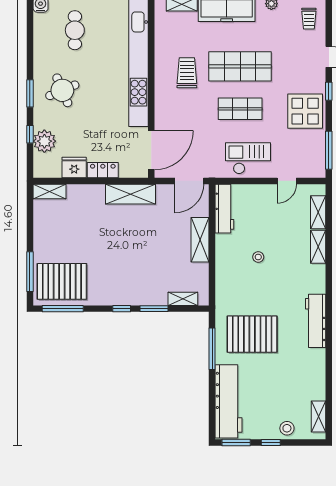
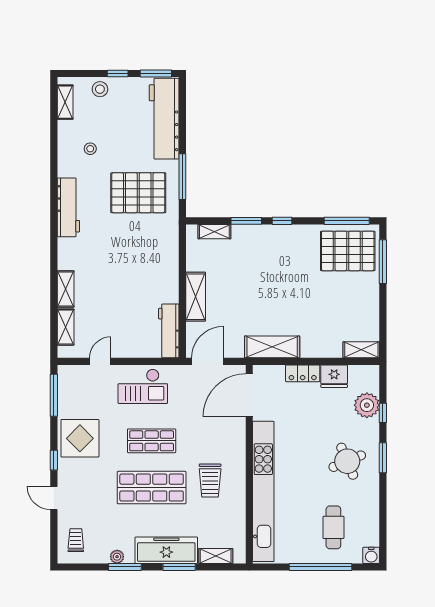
stool: (258, 257) -> (90, 149), moved

